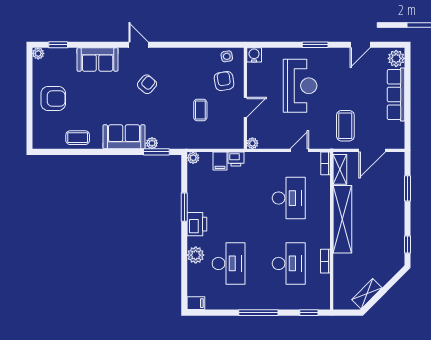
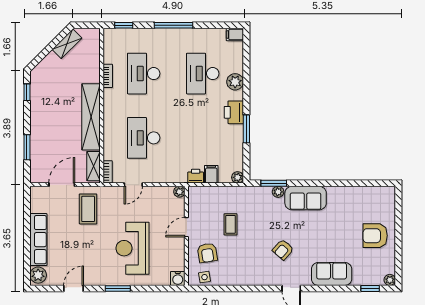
coffee table: (78, 138) -> (351, 197), removed

